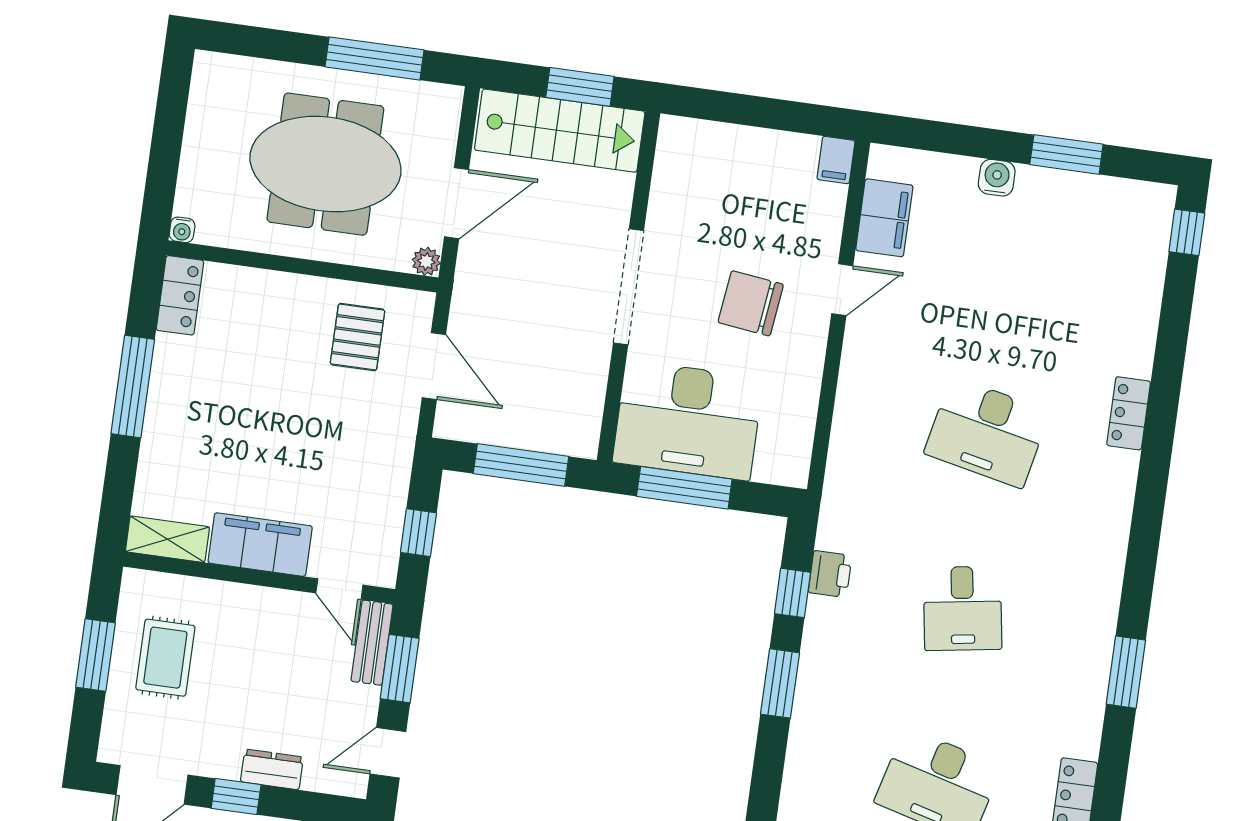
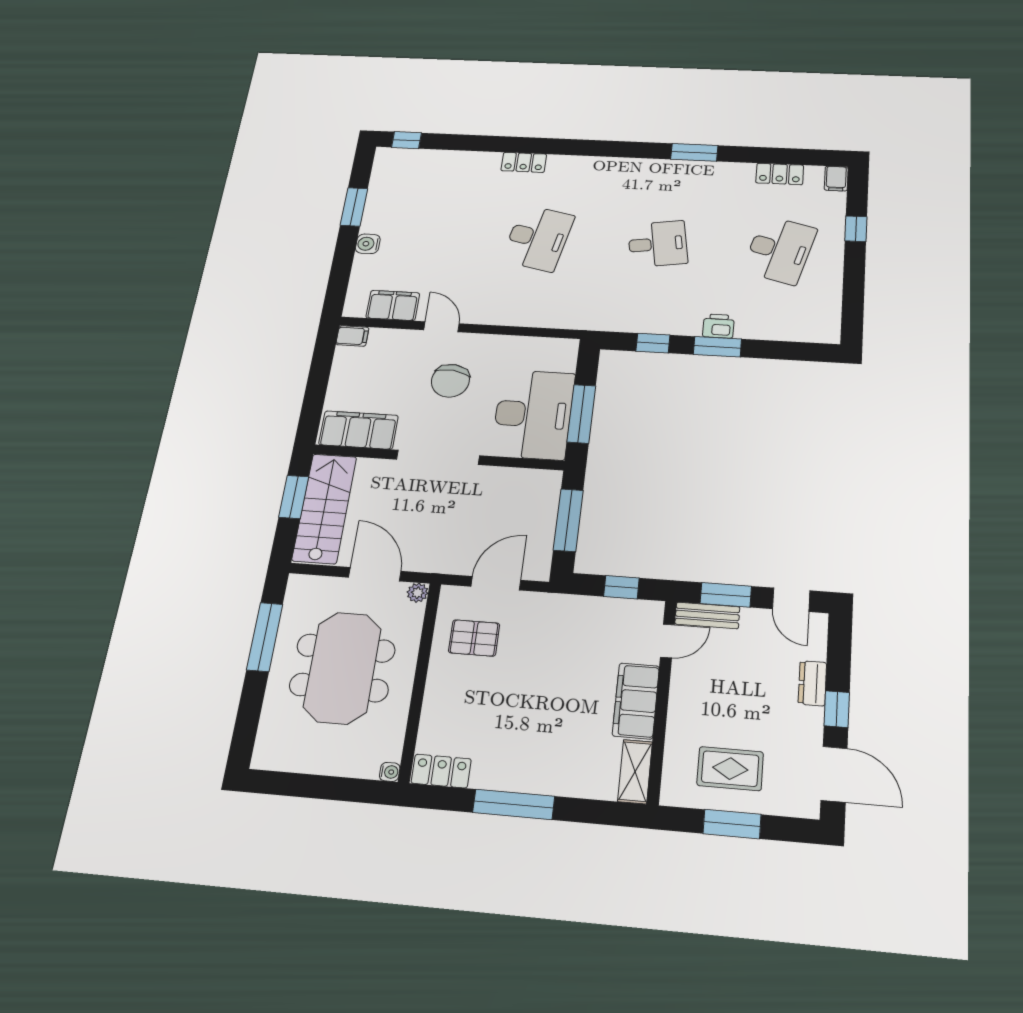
filing cabinet: (679, 174) -> (358, 430), added
printer: (830, 574) -> (718, 326), moved

